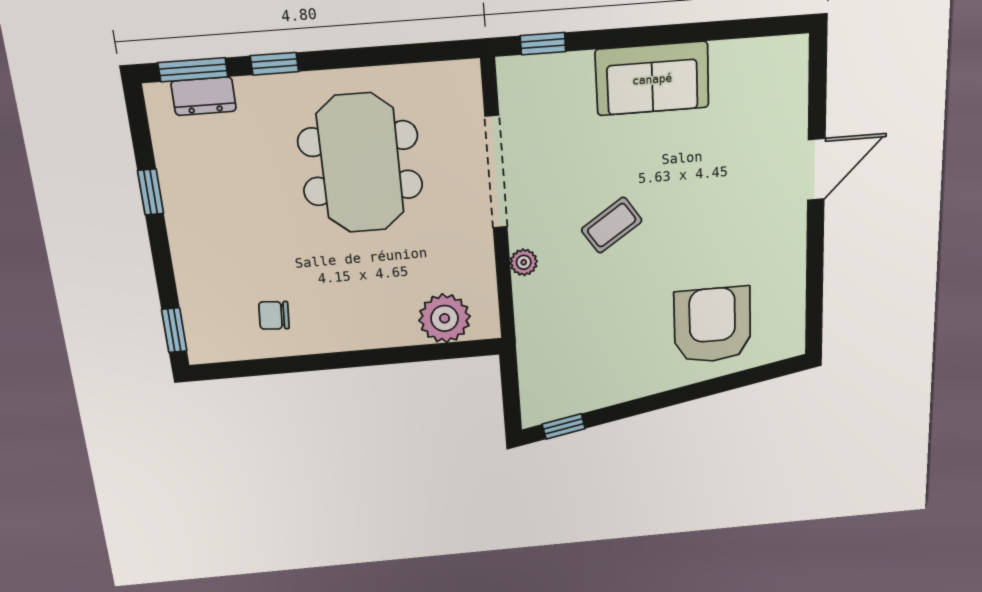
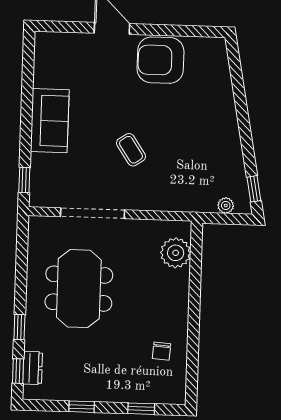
window: (193, 70) -> (18, 371), width x0.67
meeting table: (360, 163) -> (79, 289), turned 90
plant: (524, 262) -> (226, 206), moved
armchair: (712, 325) -> (160, 60), moved
window: (174, 330) -> (141, 409), moved

